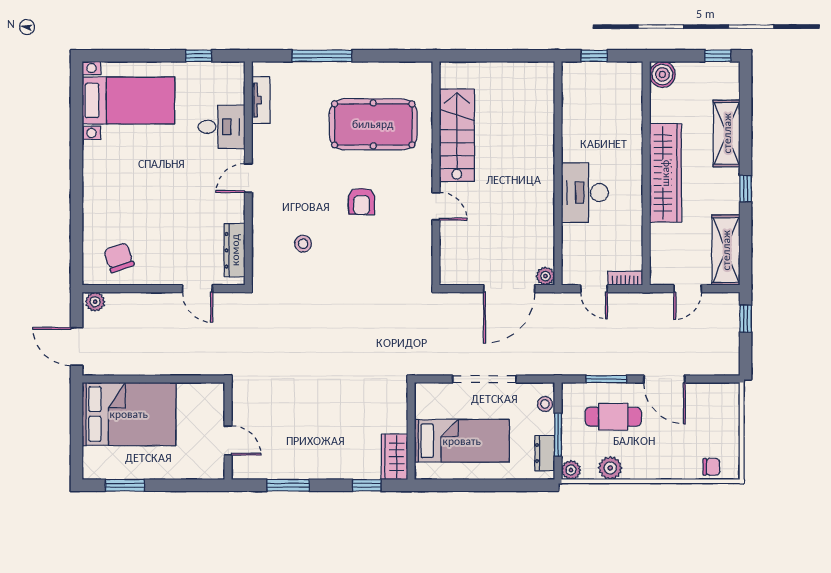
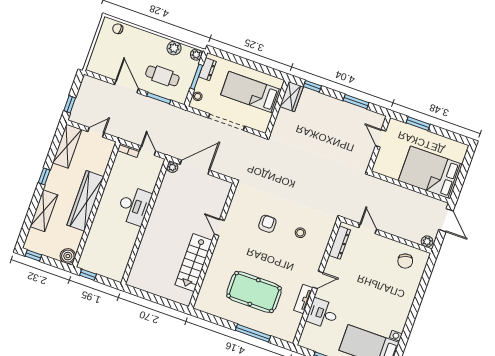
window: (594, 56) -> (88, 275), moved
tv unit: (261, 100) -> (303, 299), moved
pool table: (373, 124) -> (254, 292), moved
armchair: (362, 201) -> (267, 224), moved
window: (125, 485) -> (418, 124), moved

